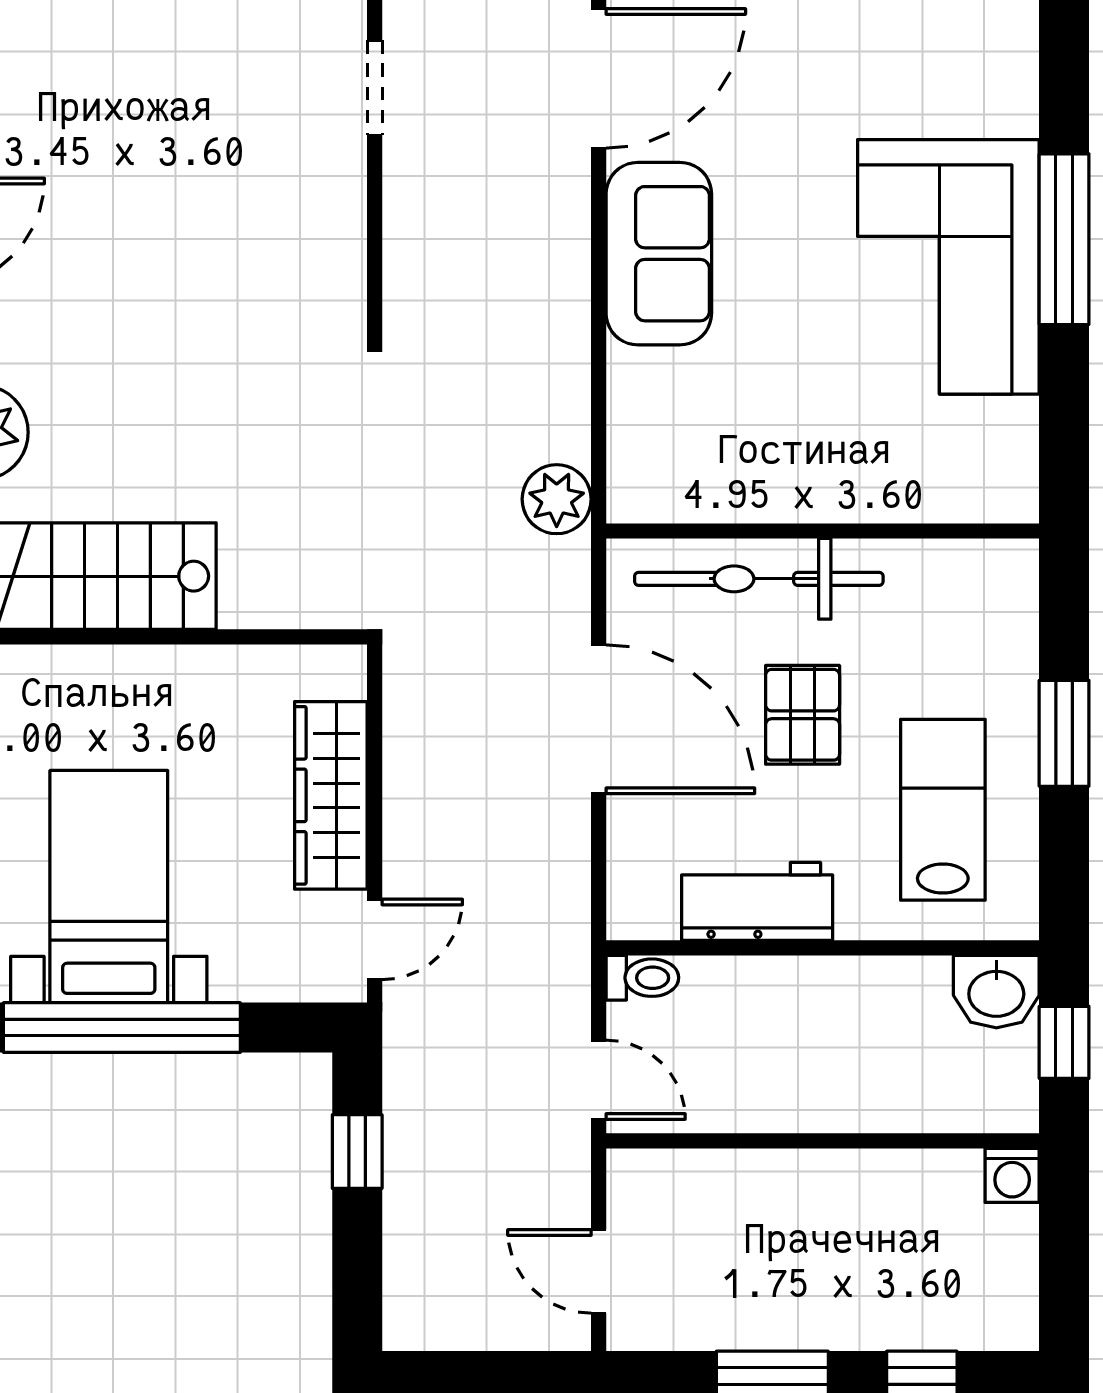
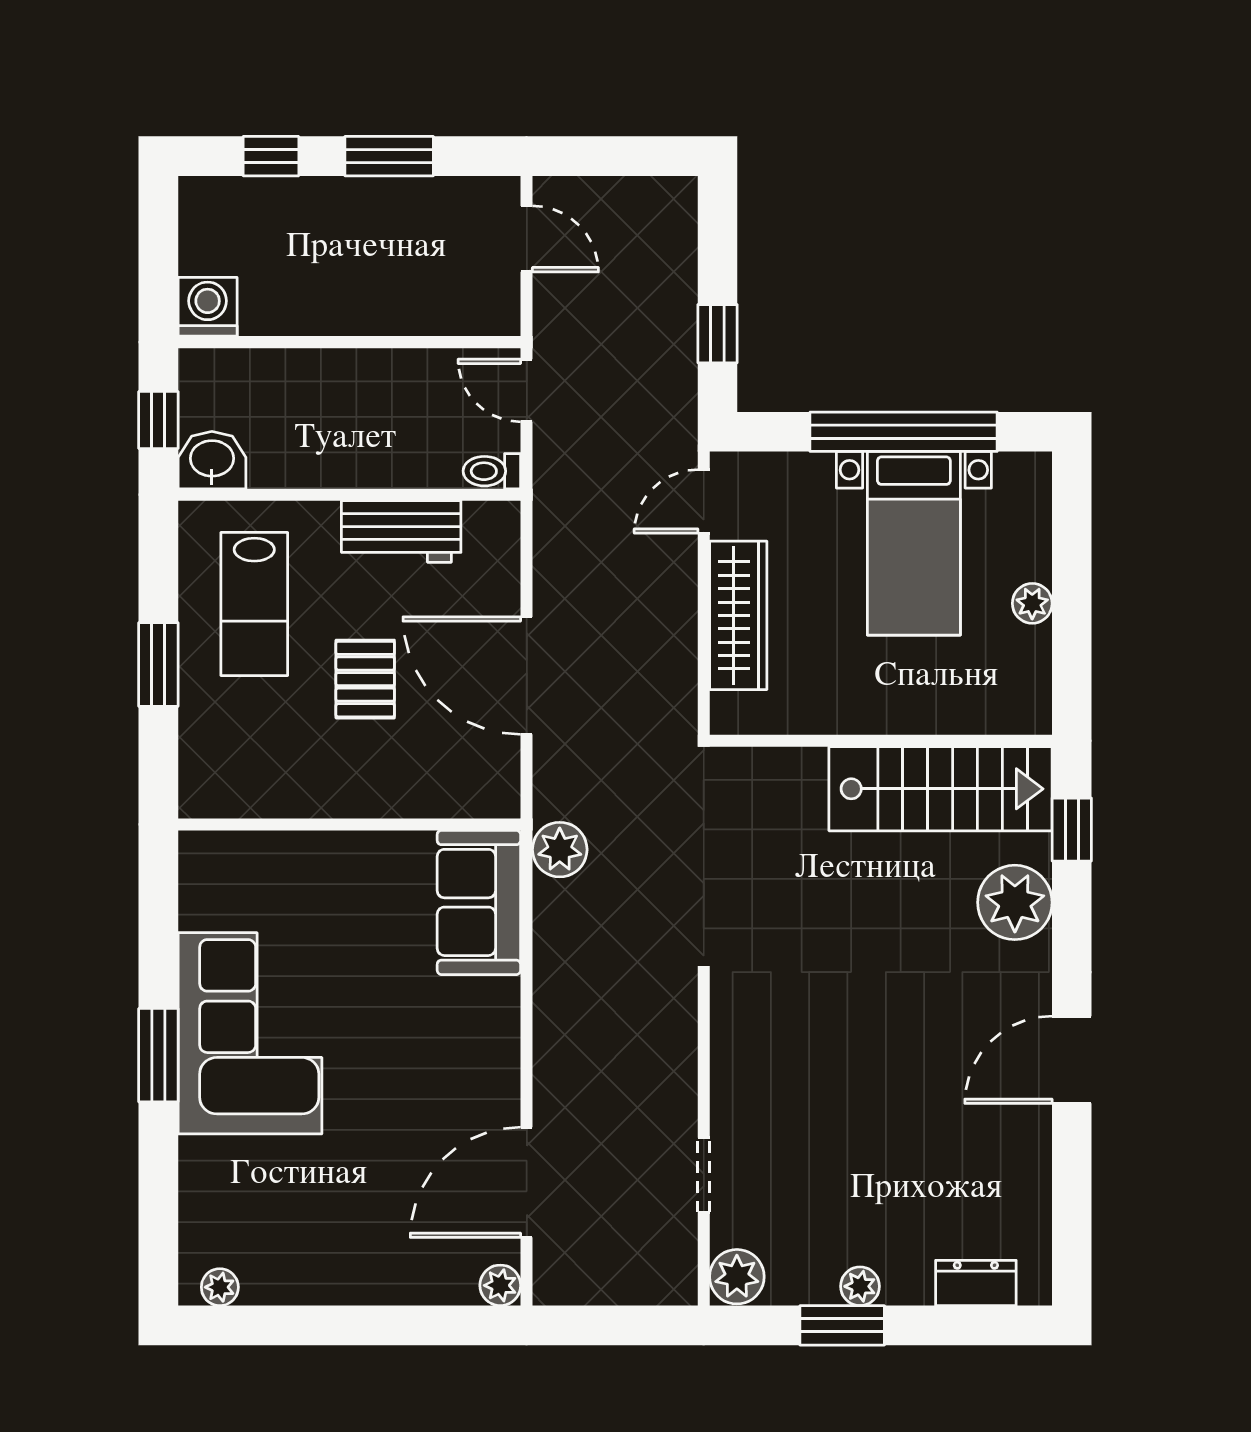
window: (1064, 239) -> (158, 1055), width x0.69
sofa: (659, 254) -> (479, 902), moved
bicycle: (759, 579) -> (400, 787), removed
washing machine: (1012, 1175) -> (208, 307), width x1.38, depth x1.38

